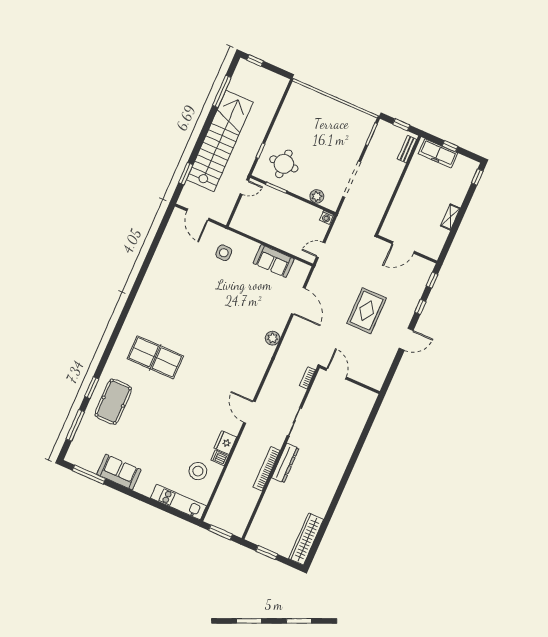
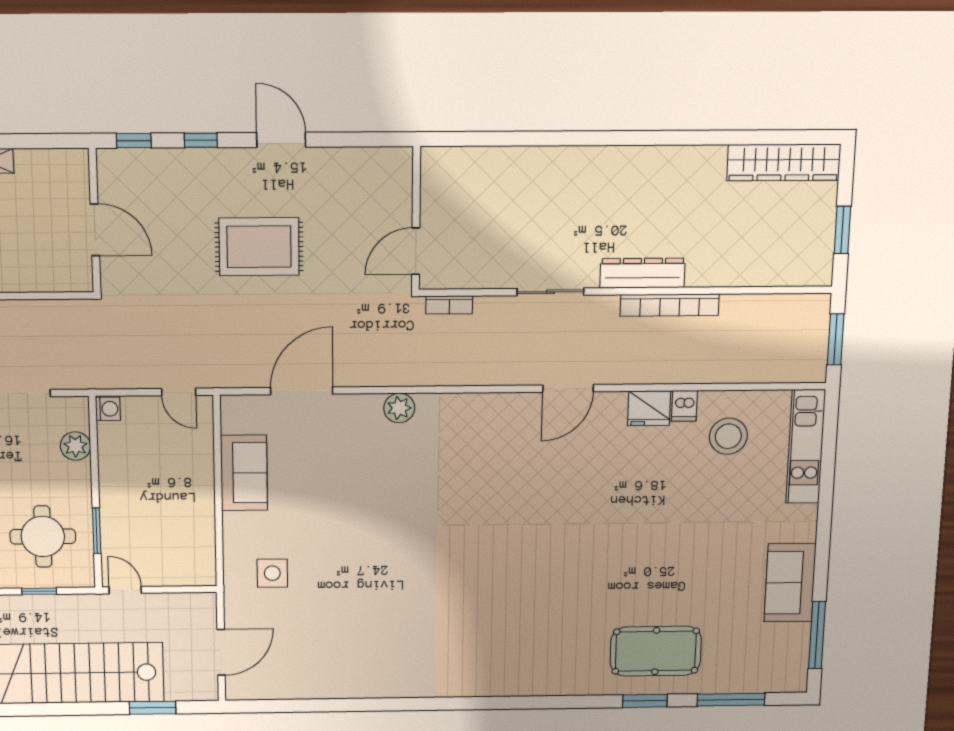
table tennis table: (155, 357) -> (535, 612), removed

